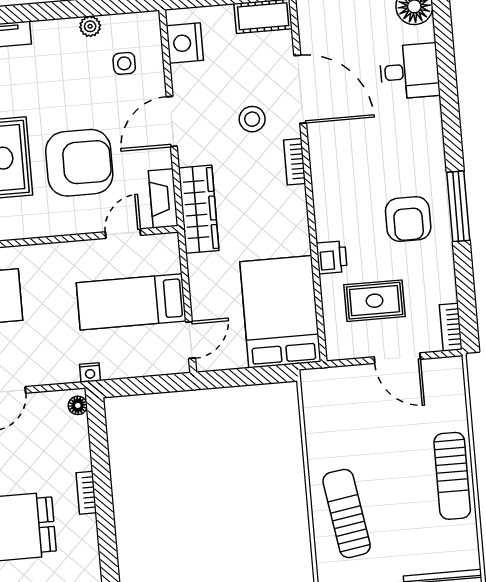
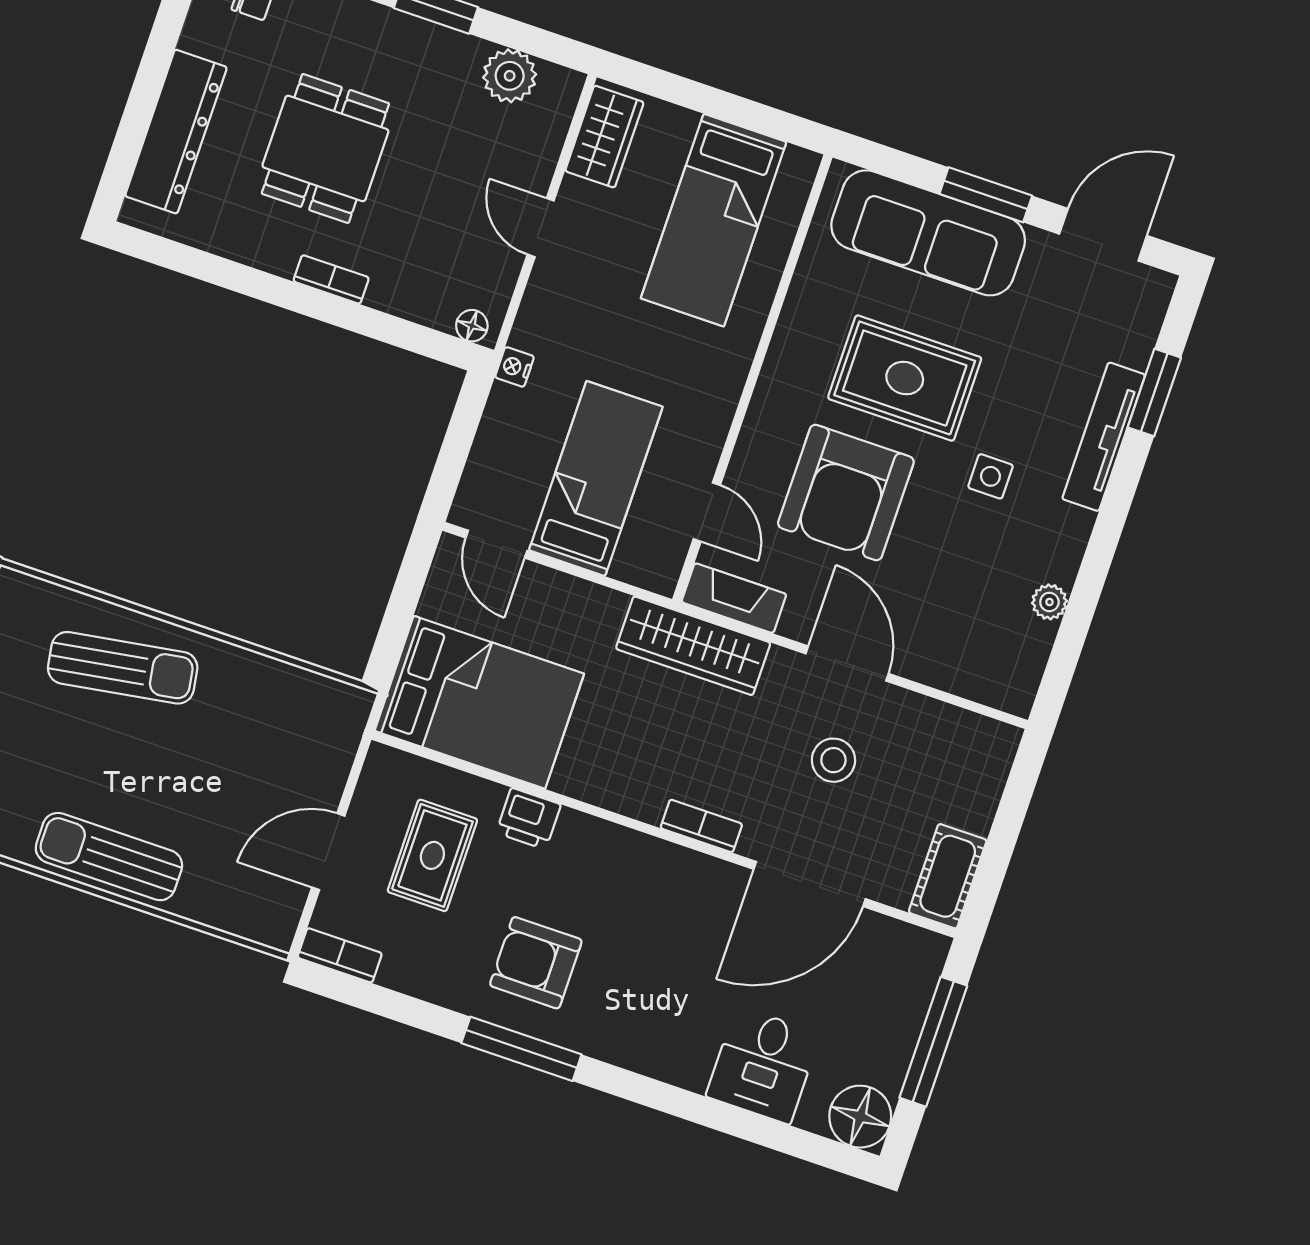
nightstand: (185, 43) -> (959, 737), removed
side table: (124, 63) -> (990, 476), moved
stool: (252, 119) -> (833, 760), moved

